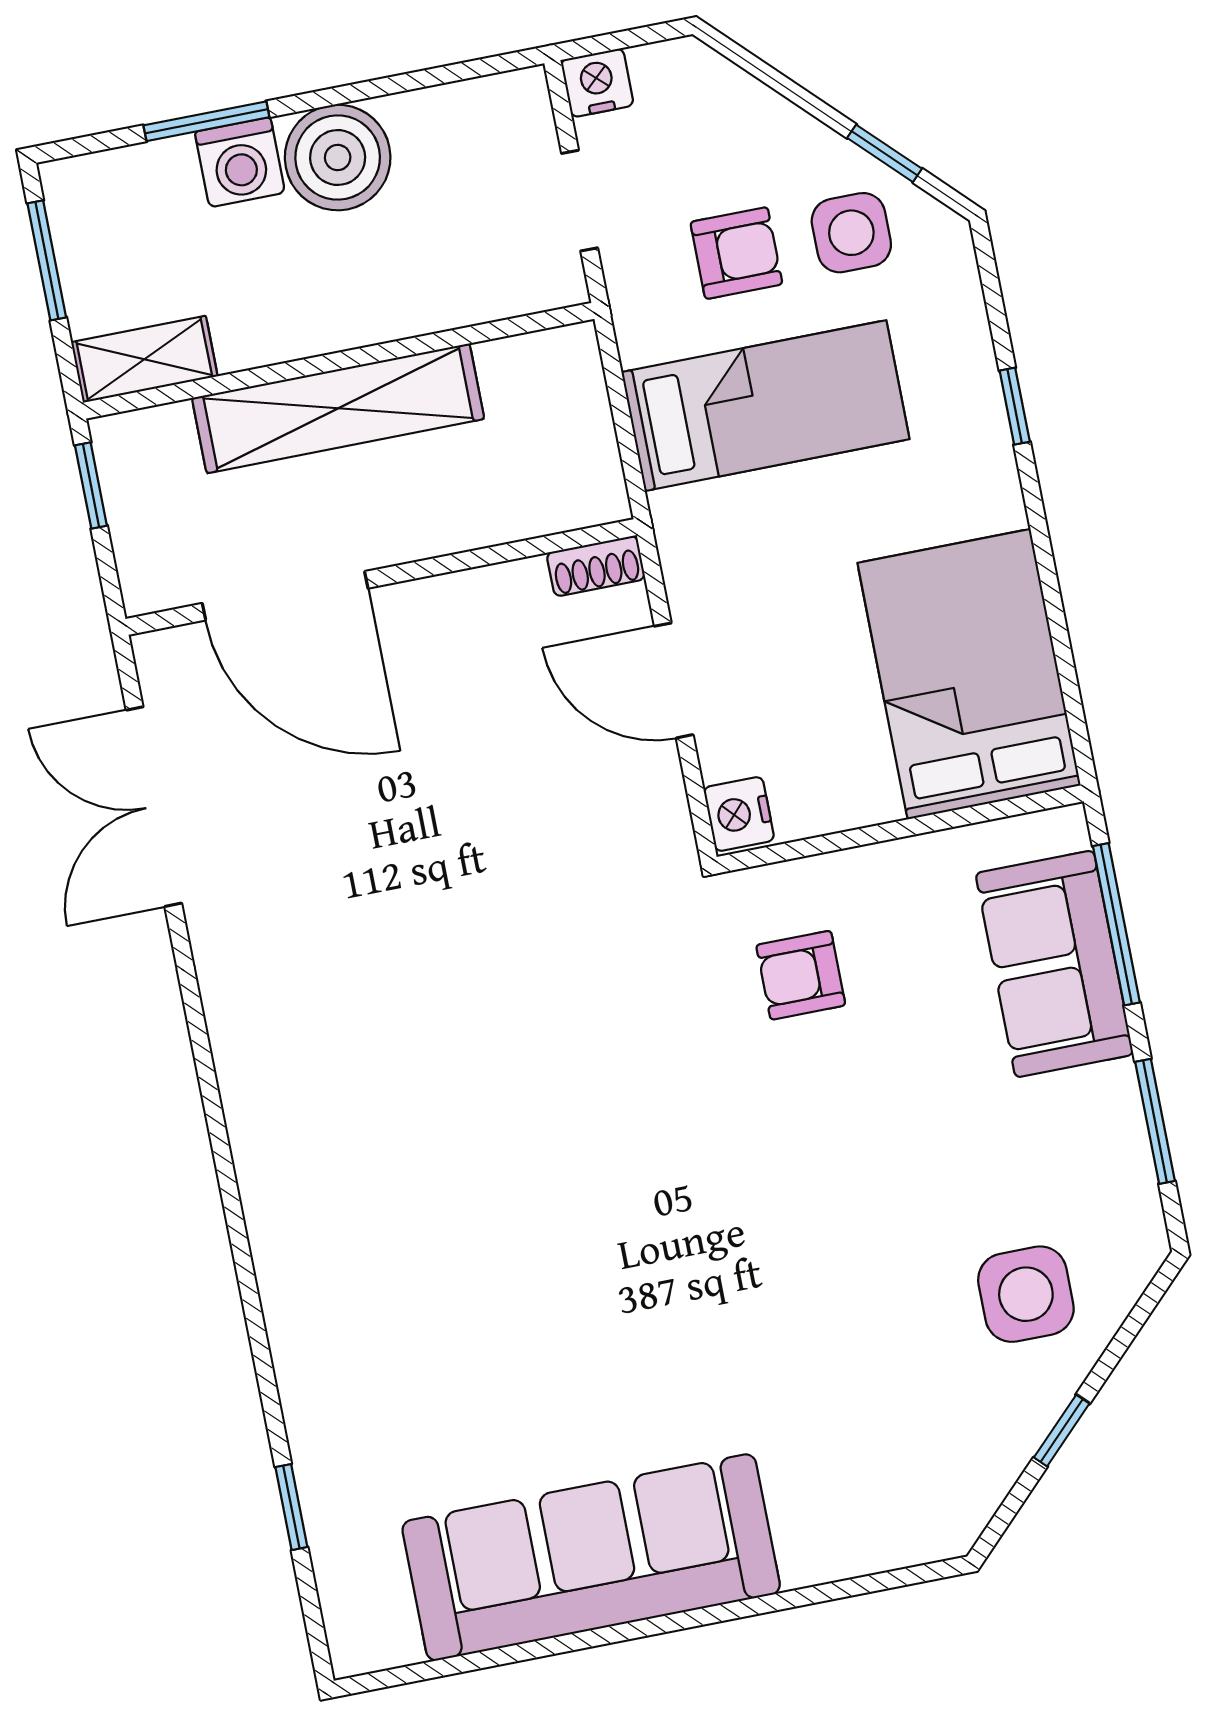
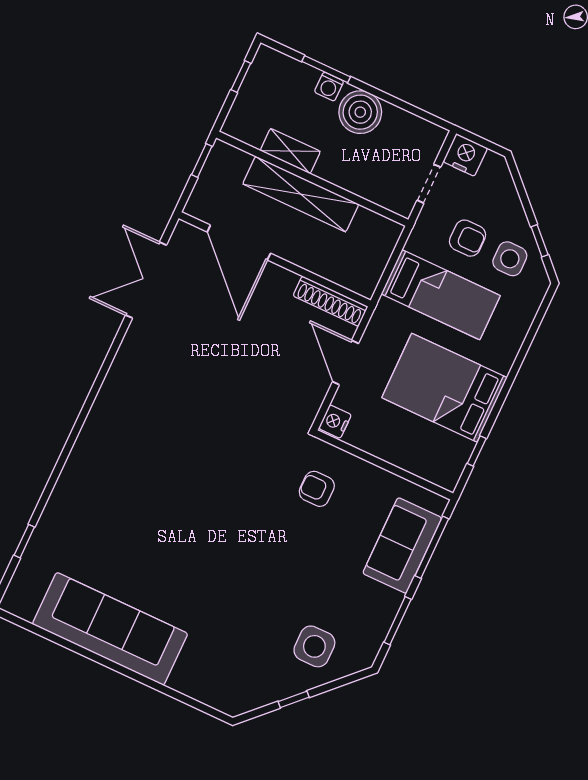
nightstand: (597, 83) -> (465, 155), width x1.36, depth x1.33
washing machine: (240, 162) -> (329, 87), width x0.73, depth x0.73
window: (47, 260) -> (241, 77), width x0.67
shelving: (144, 359) -> (290, 151), moved
window: (1015, 406) -> (477, 451), moved
shoe rack: (596, 566) -> (330, 301), width x1.94, depth x1.24
bed: (969, 674) -> (444, 388), moved, turned -90

